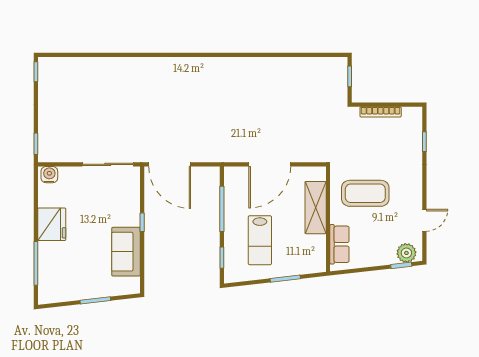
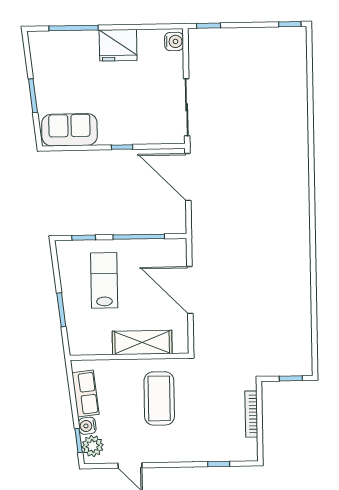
door: (170, 164) -> (188, 177), hinge flipped
lab bench: (260, 240) -> (104, 280), turned 90
row of seats: (339, 244) -> (85, 394), moved, turned -97
sofa: (126, 252) -> (69, 130), moved
water cooler: (388, 257) -> (87, 426), added

